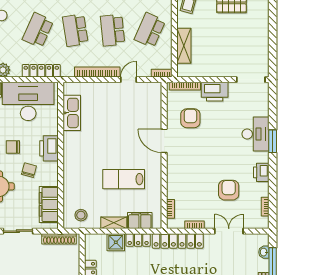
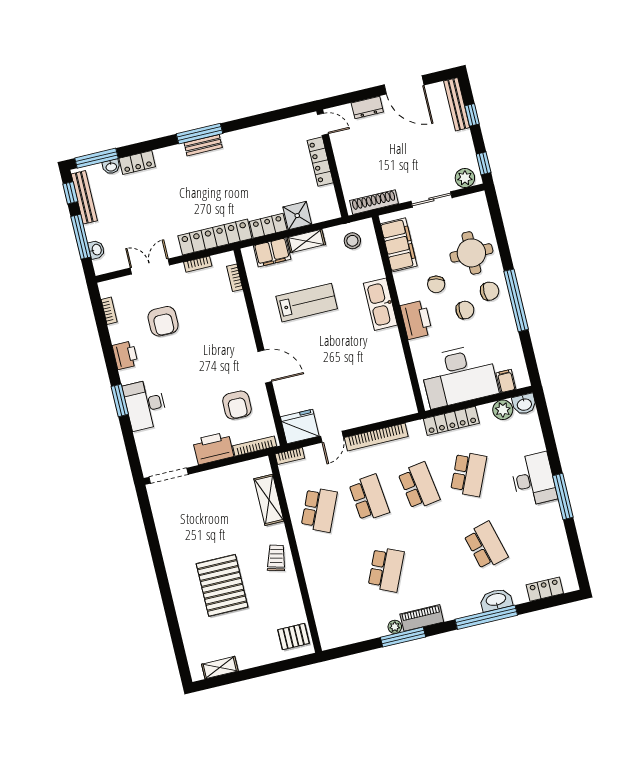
fridge: (150, 92) -> (300, 427), added
kitchen sink: (72, 113) -> (380, 304), moved
double door: (229, 231) -> (150, 266), swing flipped

